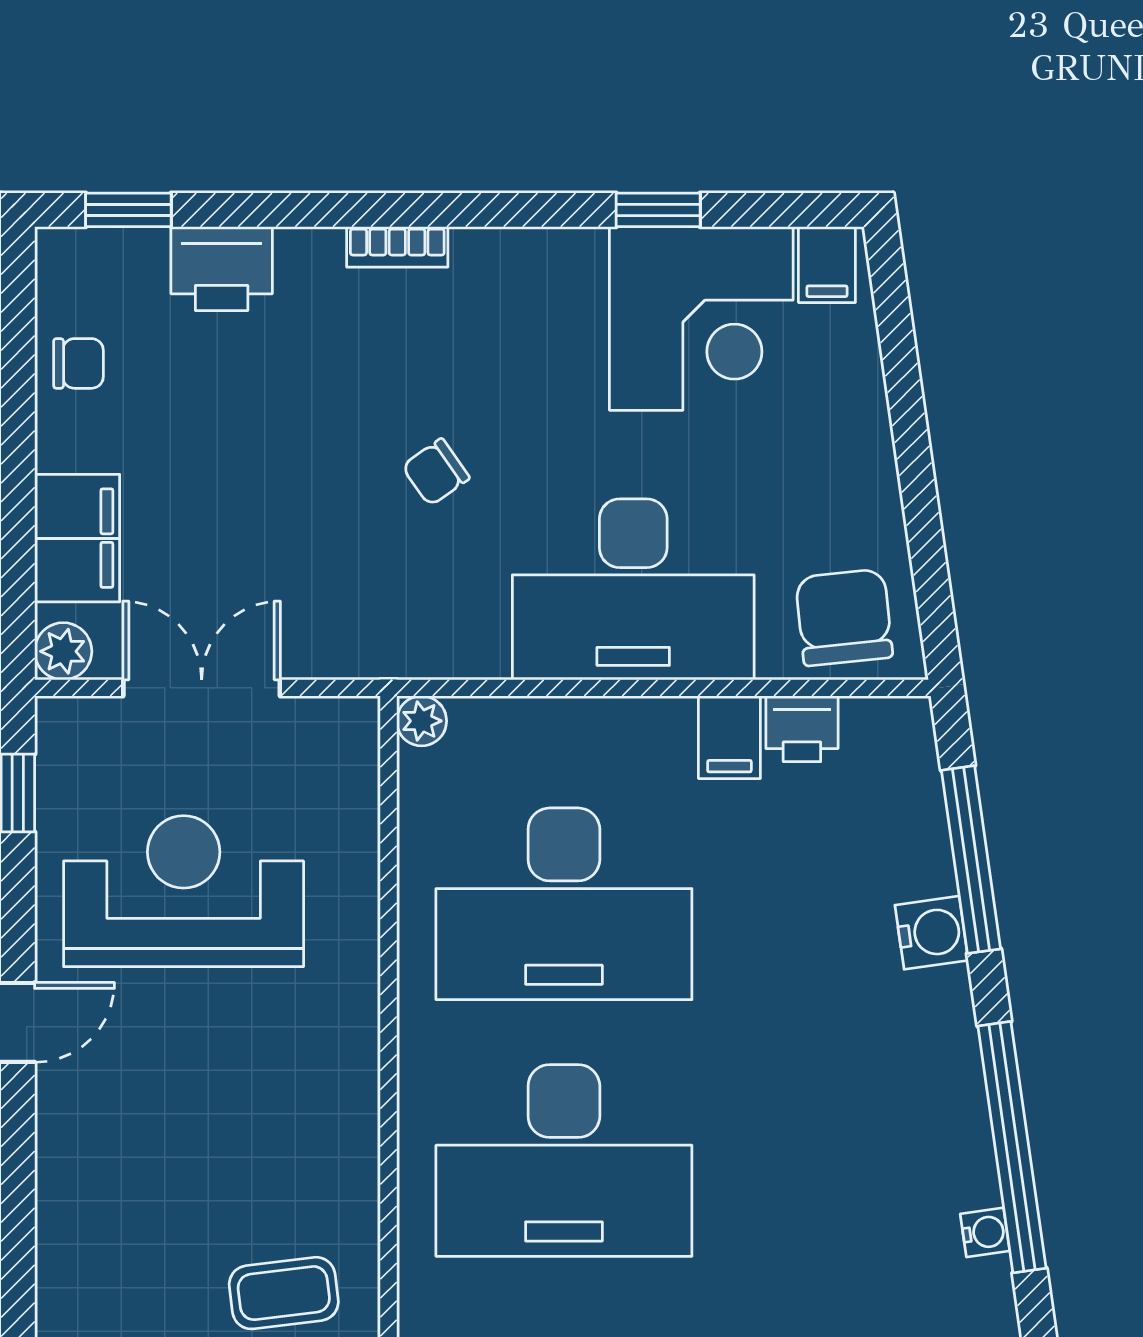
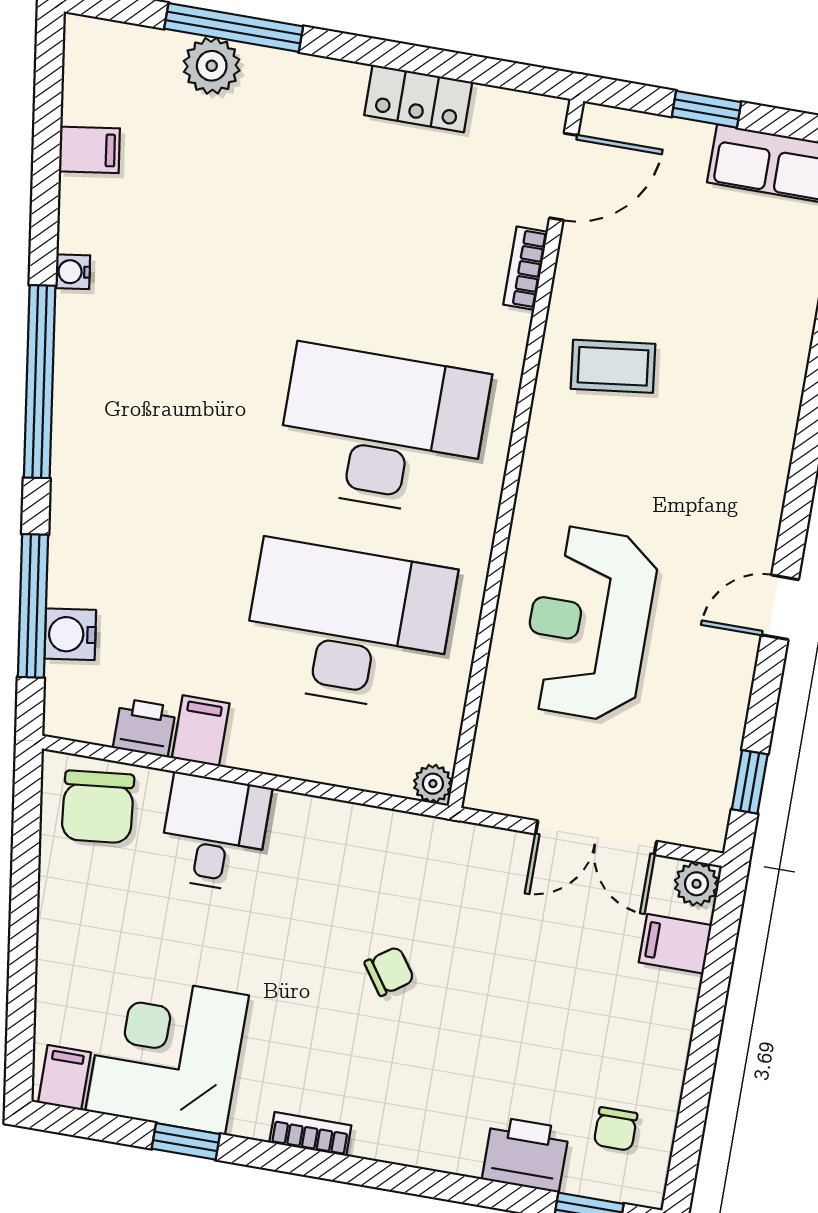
bookcase: (397, 247) -> (310, 1134), moved
chair: (78, 363) -> (616, 1129), moved, turned -90
filing cabinet: (77, 538) -> (675, 944), width x0.50
desk: (633, 589) -> (214, 833), width x0.53, depth x0.77
reception desk: (184, 891) -> (589, 624), moved, turned 90
water cooler: (932, 933) -> (70, 634), moved
water cooler: (985, 1232) -> (73, 272), moved

